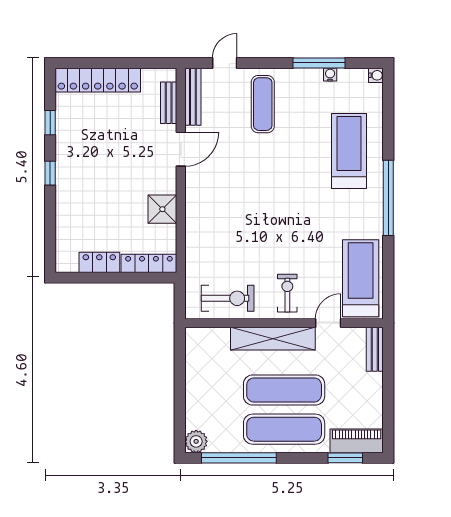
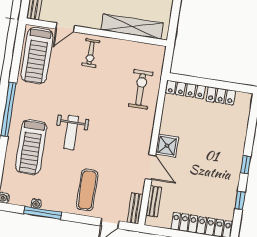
bench: (193, 97) -> (135, 208), width x0.73
door: (181, 149) -> (150, 167), swing flipped
weight bench: (297, 180) -> (71, 132), added
shower: (162, 209) -> (167, 146), moved
exercise bike: (228, 298) -> (141, 89), moved, turned 90
shelving: (273, 339) -> (132, 26), moved

